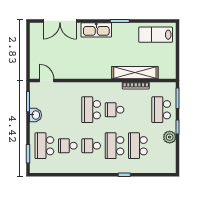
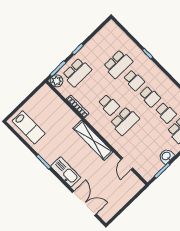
shelving: (135, 73) -> (93, 140), moved
door: (47, 81) -> (127, 164), moved
plant: (170, 137) -> (57, 81), moved
school desk: (114, 146) -> (134, 80), width x0.54

